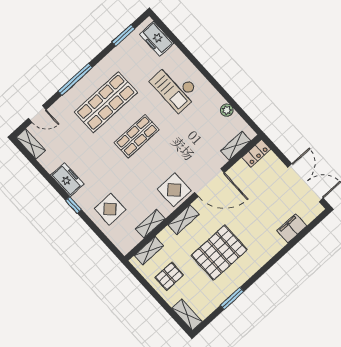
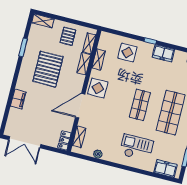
shelving: (183, 220) -> (84, 64), moved
filing cabinet: (292, 228) -> (18, 99), moved

